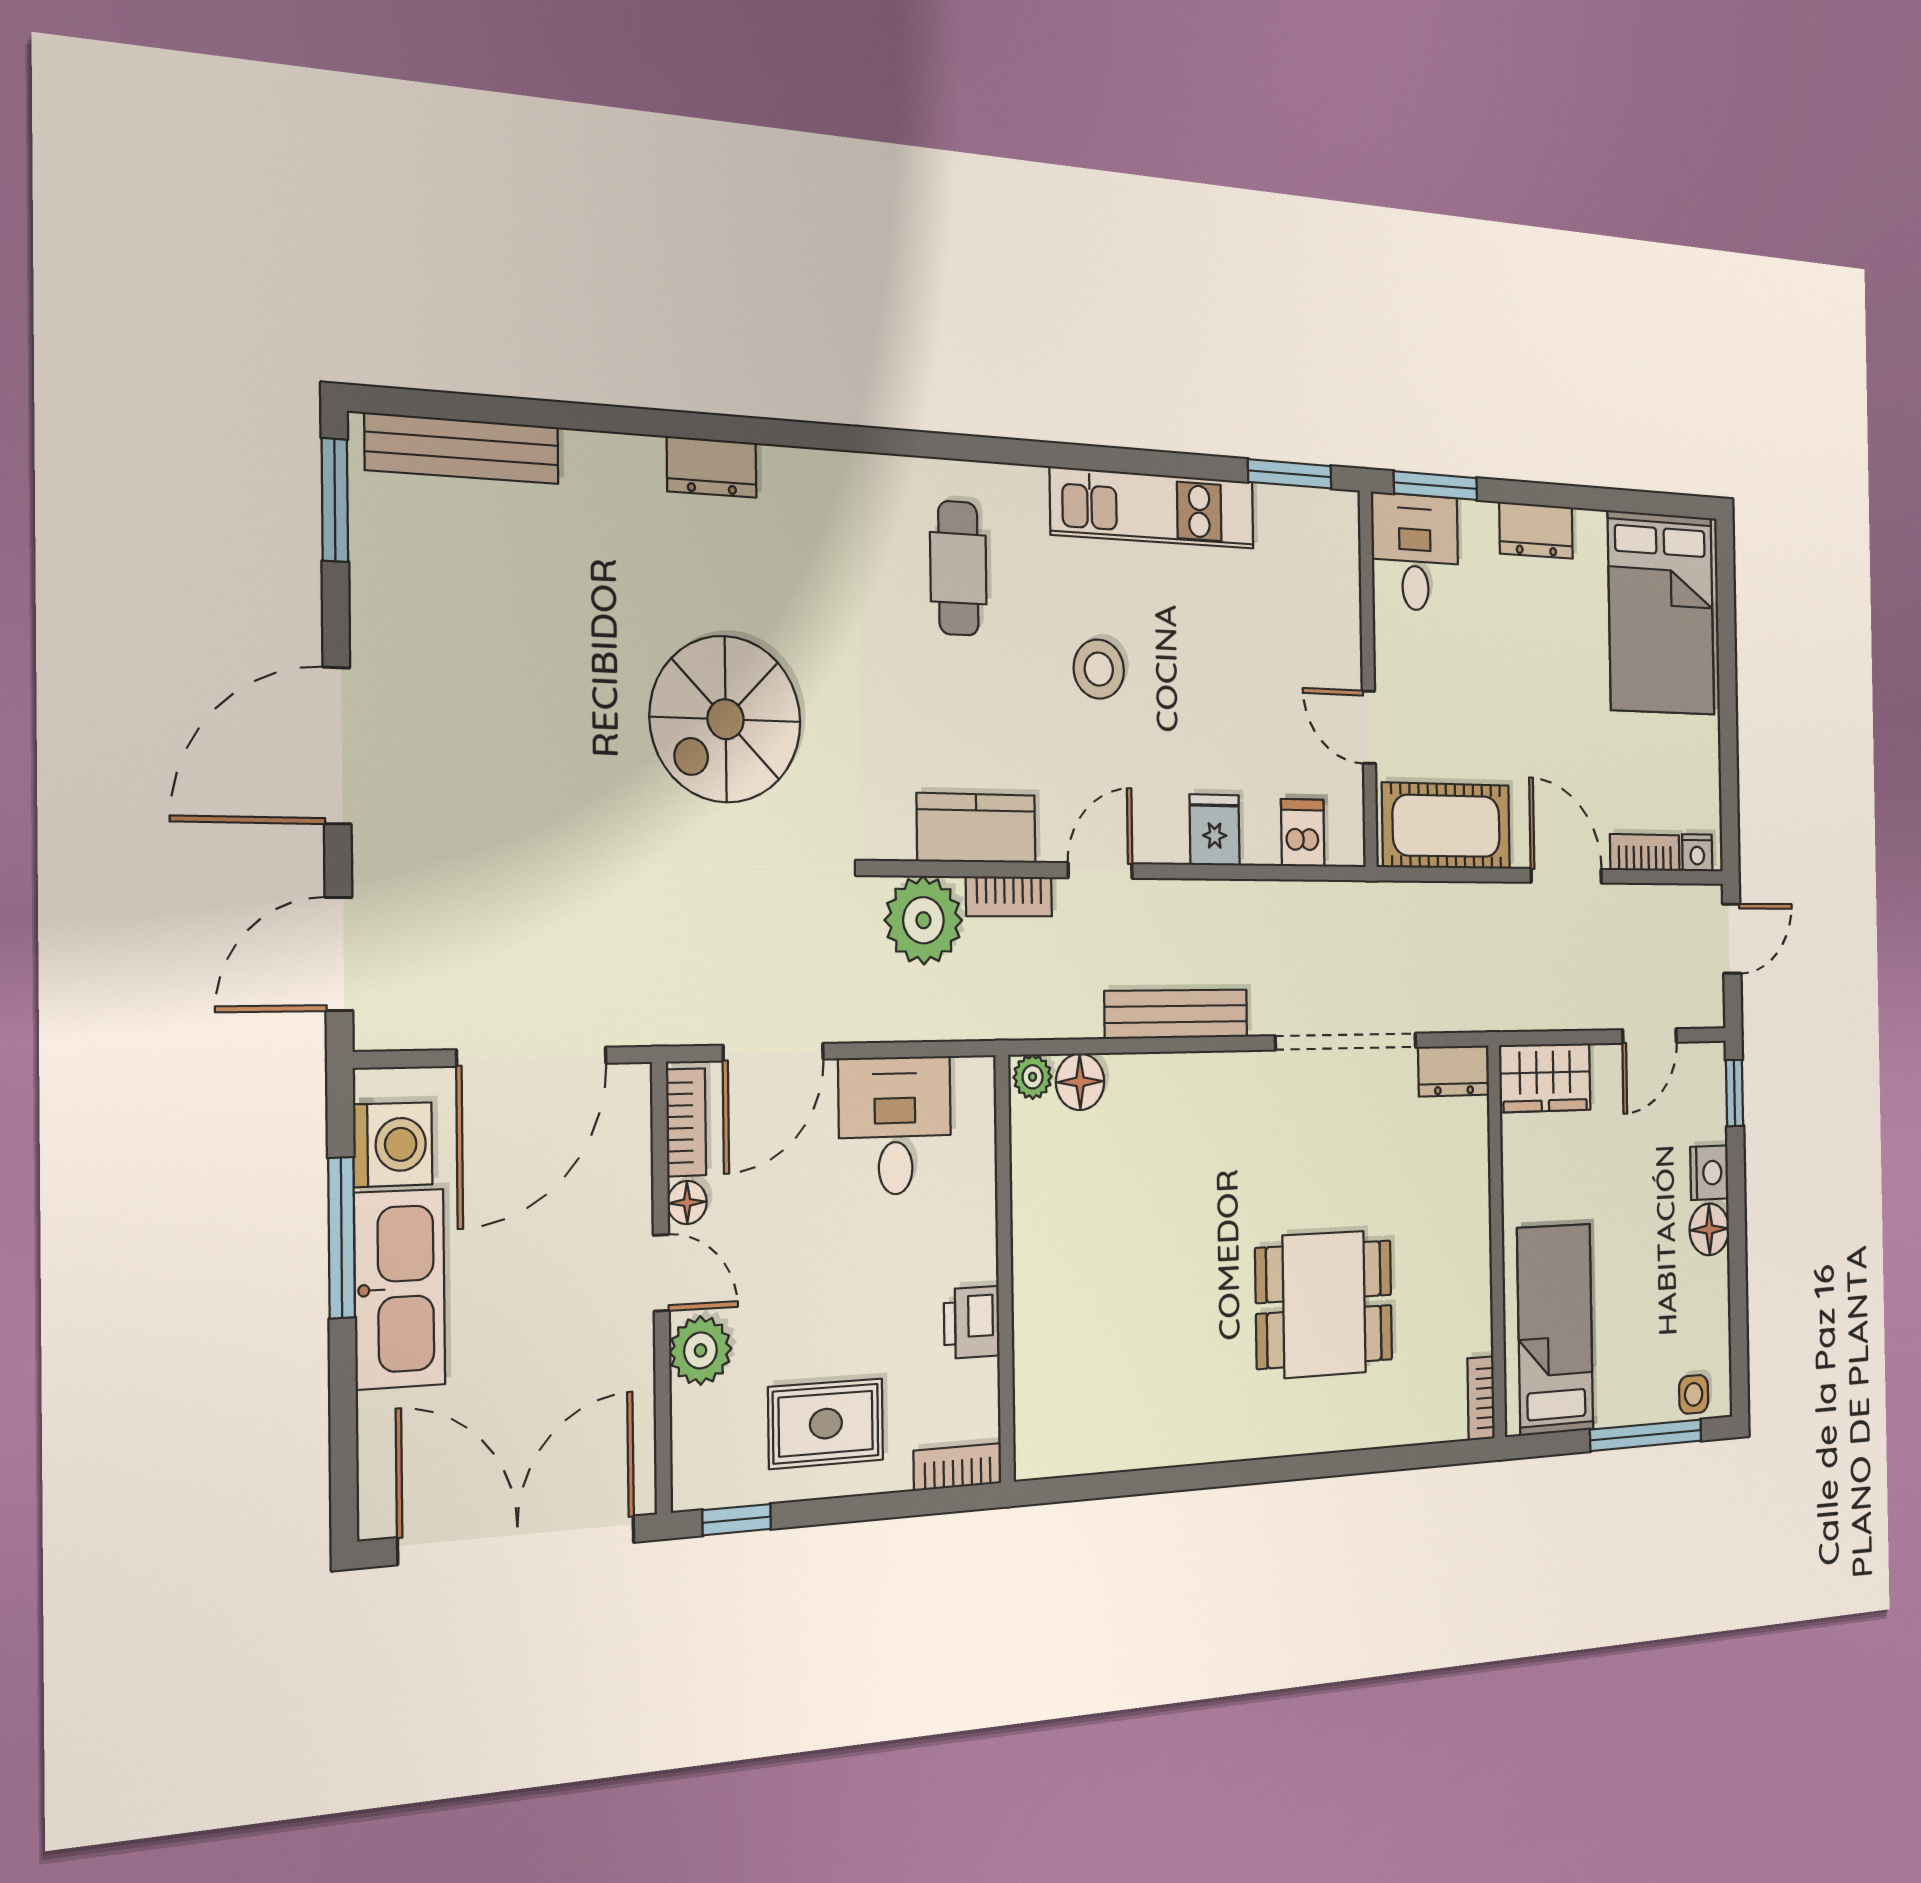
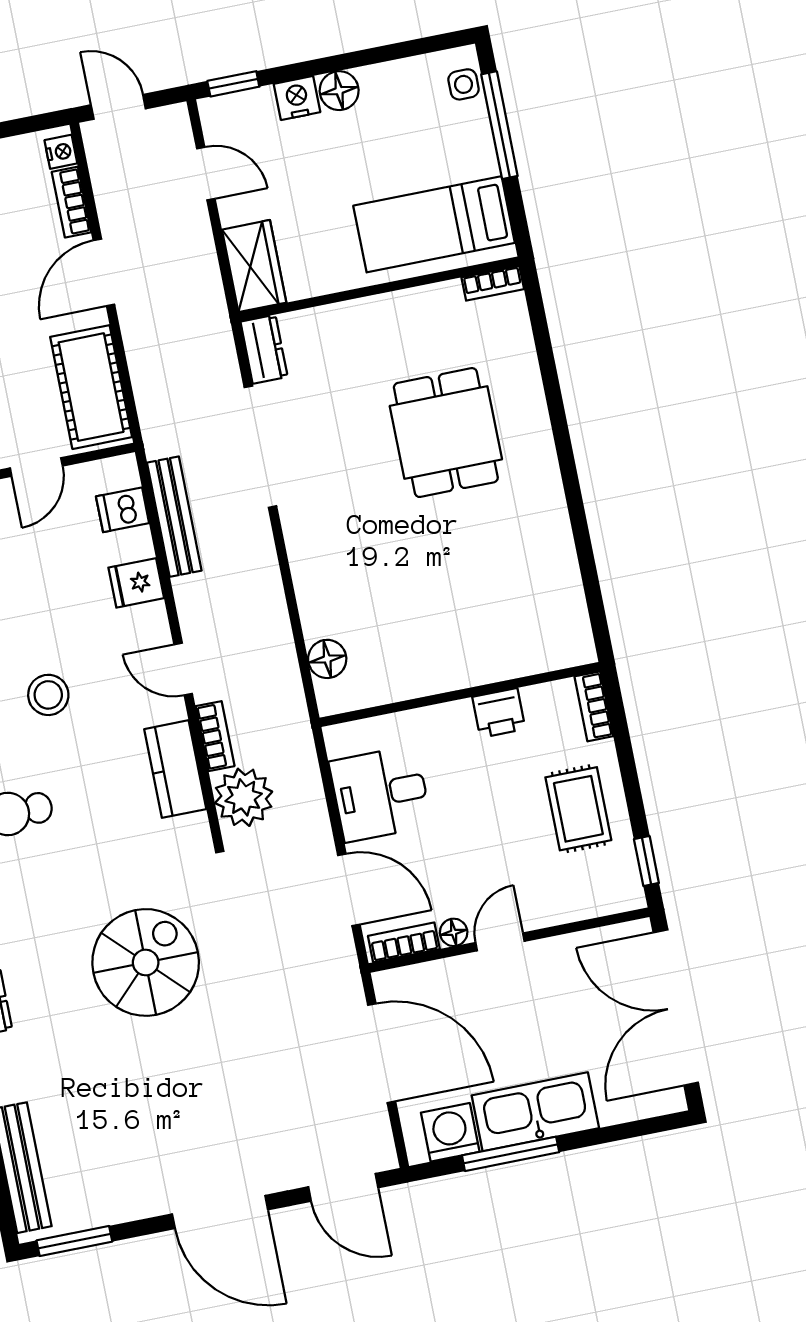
spiral stairs: (726, 719) -> (146, 962), turned -90
bench: (1176, 1014) -> (174, 517), moved
plant: (1033, 1077) -> (330, 696), removed
plant: (700, 1350) -> (544, 906), removed

